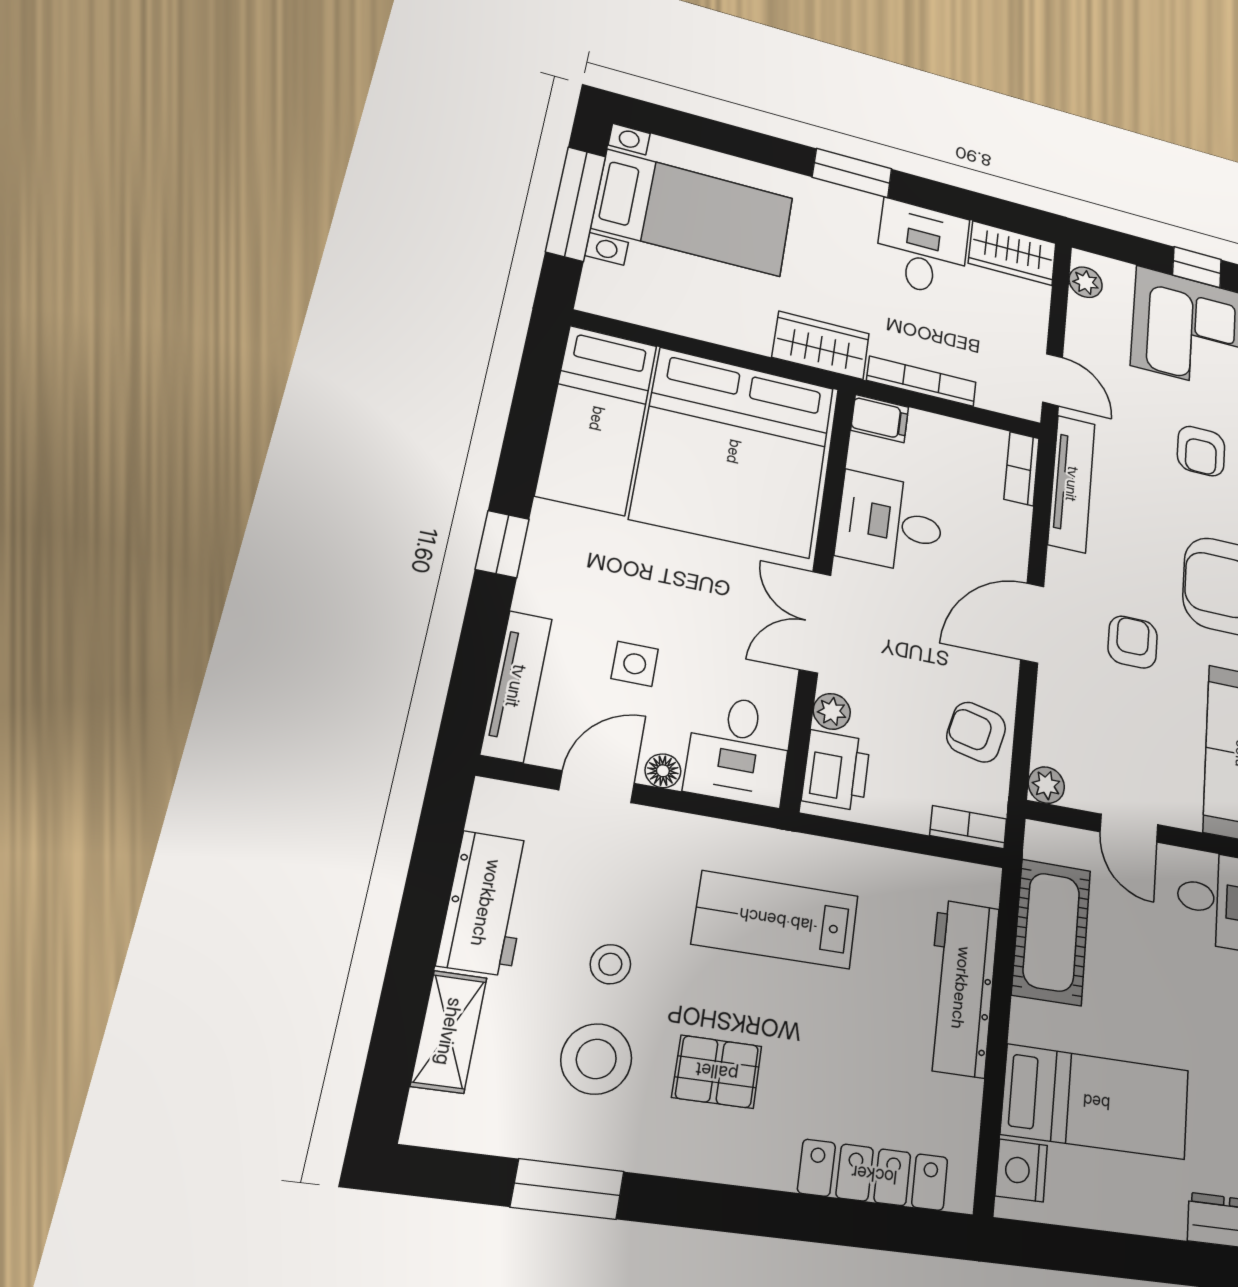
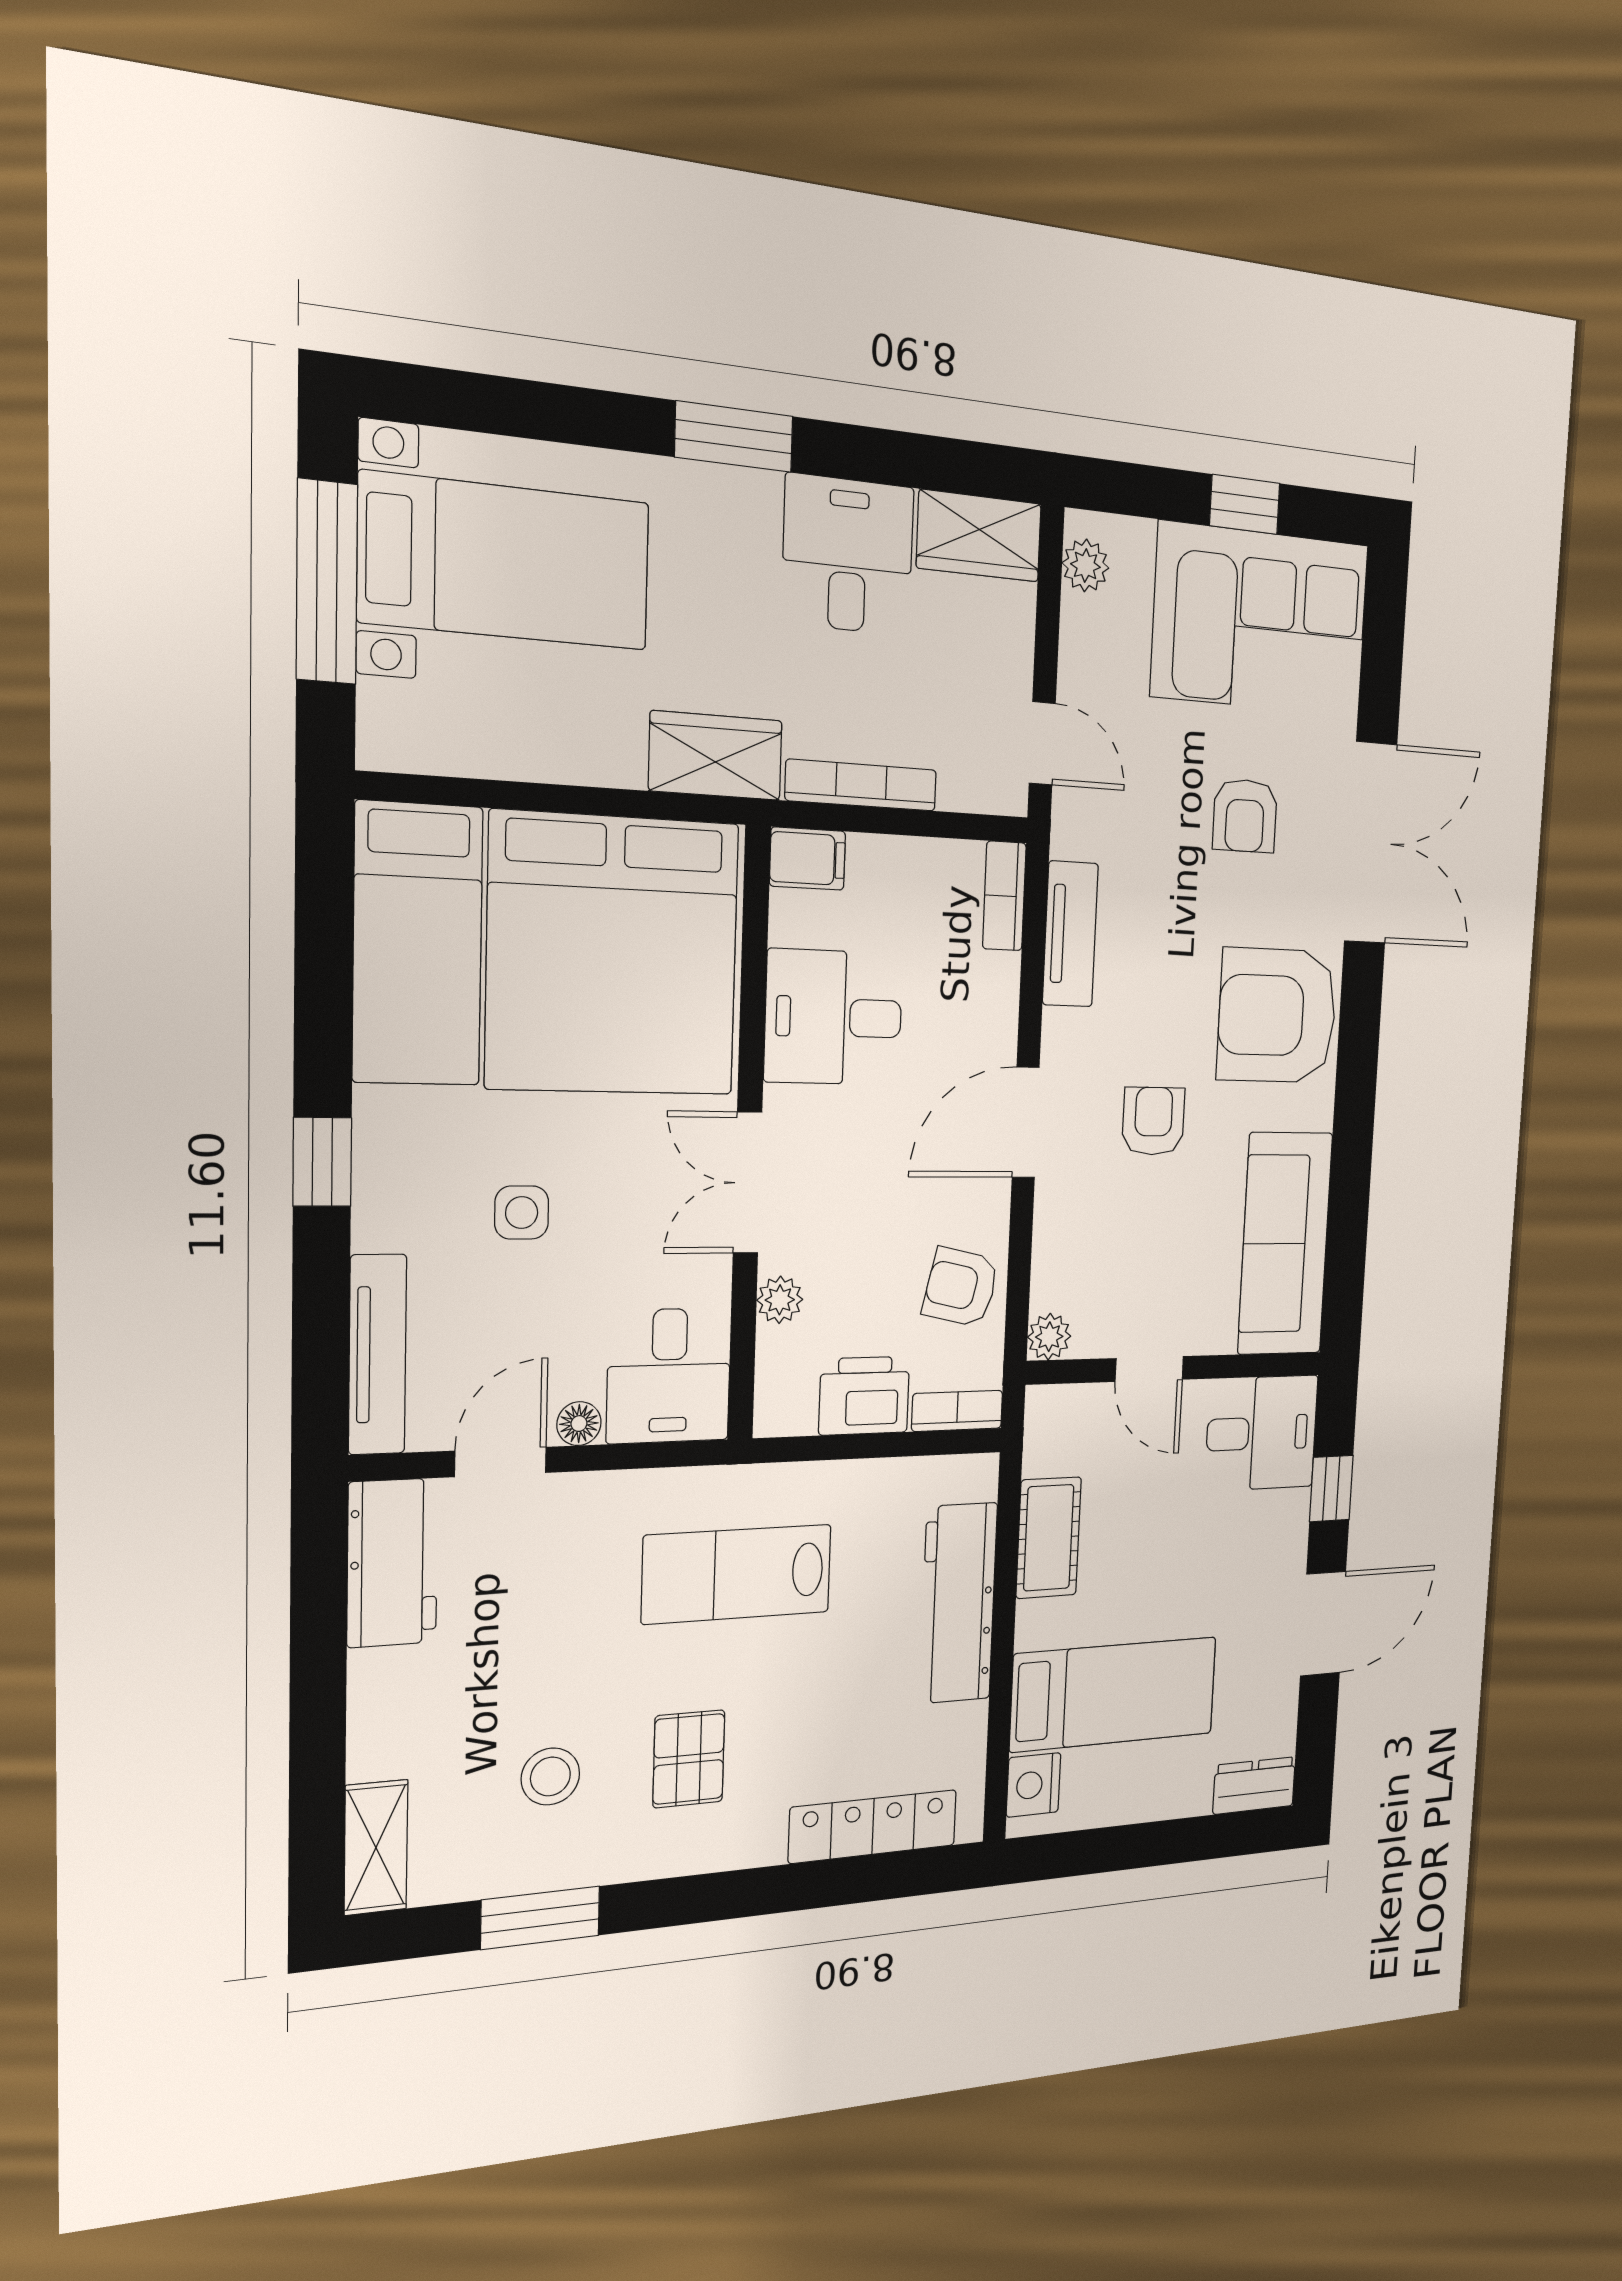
tv unit: (1072, 484) -> (1070, 934), width x0.71
side table: (635, 664) -> (522, 1213), moved
printer: (836, 770) -> (864, 1396), moved, turned -90
workbench: (486, 903) -> (392, 1563), moved
cot: (1051, 932) -> (1049, 1538), width x0.73, depth x0.75
stool: (610, 964) -> (550, 1669), removed
shelving: (449, 1032) -> (376, 1847), moved
stool: (596, 1059) -> (550, 1776), width x0.73, depth x0.73
pallet: (717, 1072) -> (689, 1759), turned 90

